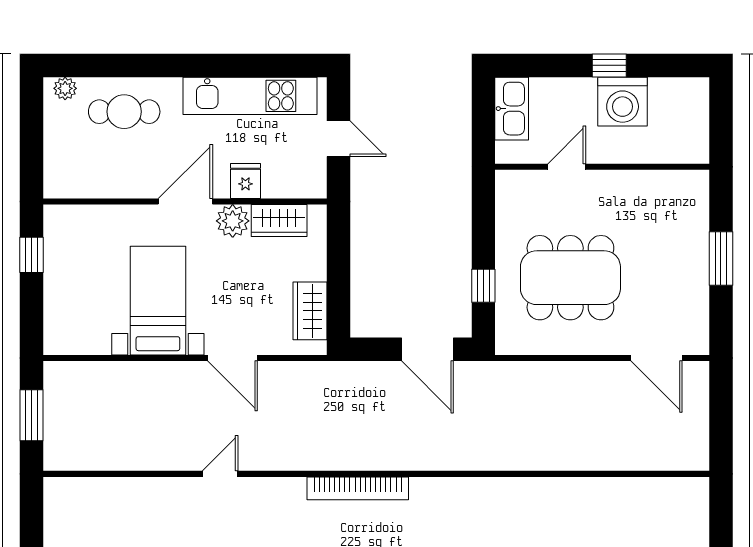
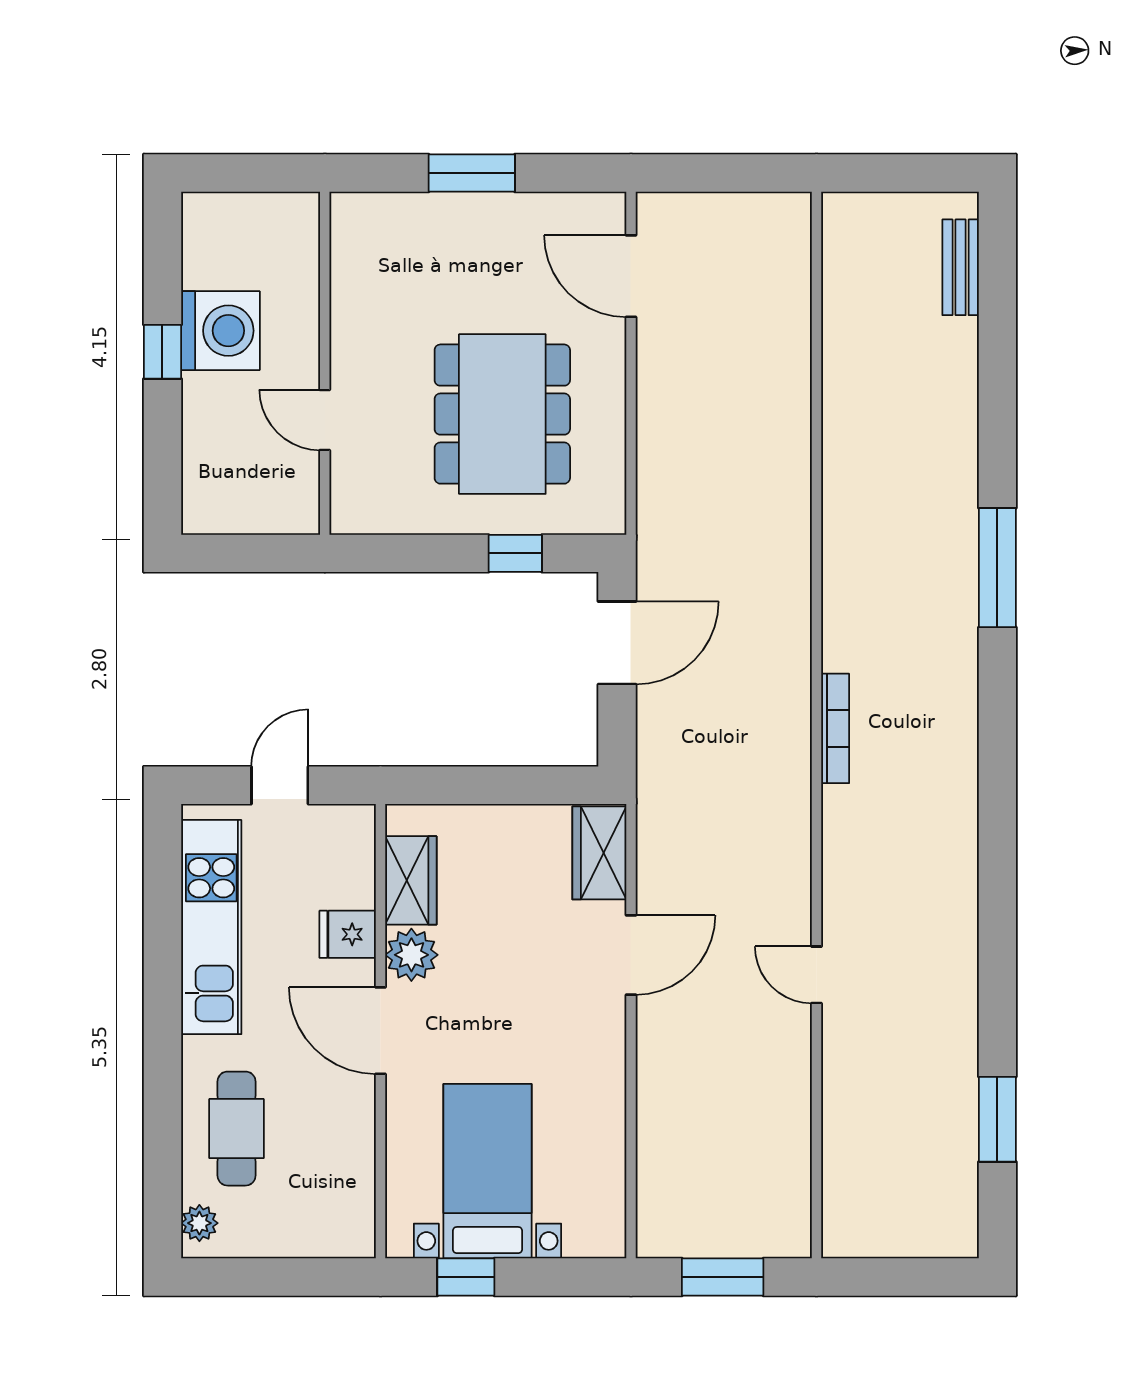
kitchen sink: (512, 109) -> (232, 508), removed
bed with nightstands: (158, 301) -> (488, 1171), moved, turned 90
wardrobe: (310, 311) -> (599, 853), moved, turned 90
door: (657, 358) -> (631, 276), swing flipped
bookcase: (358, 488) -> (835, 728), width x0.68, depth x0.76

